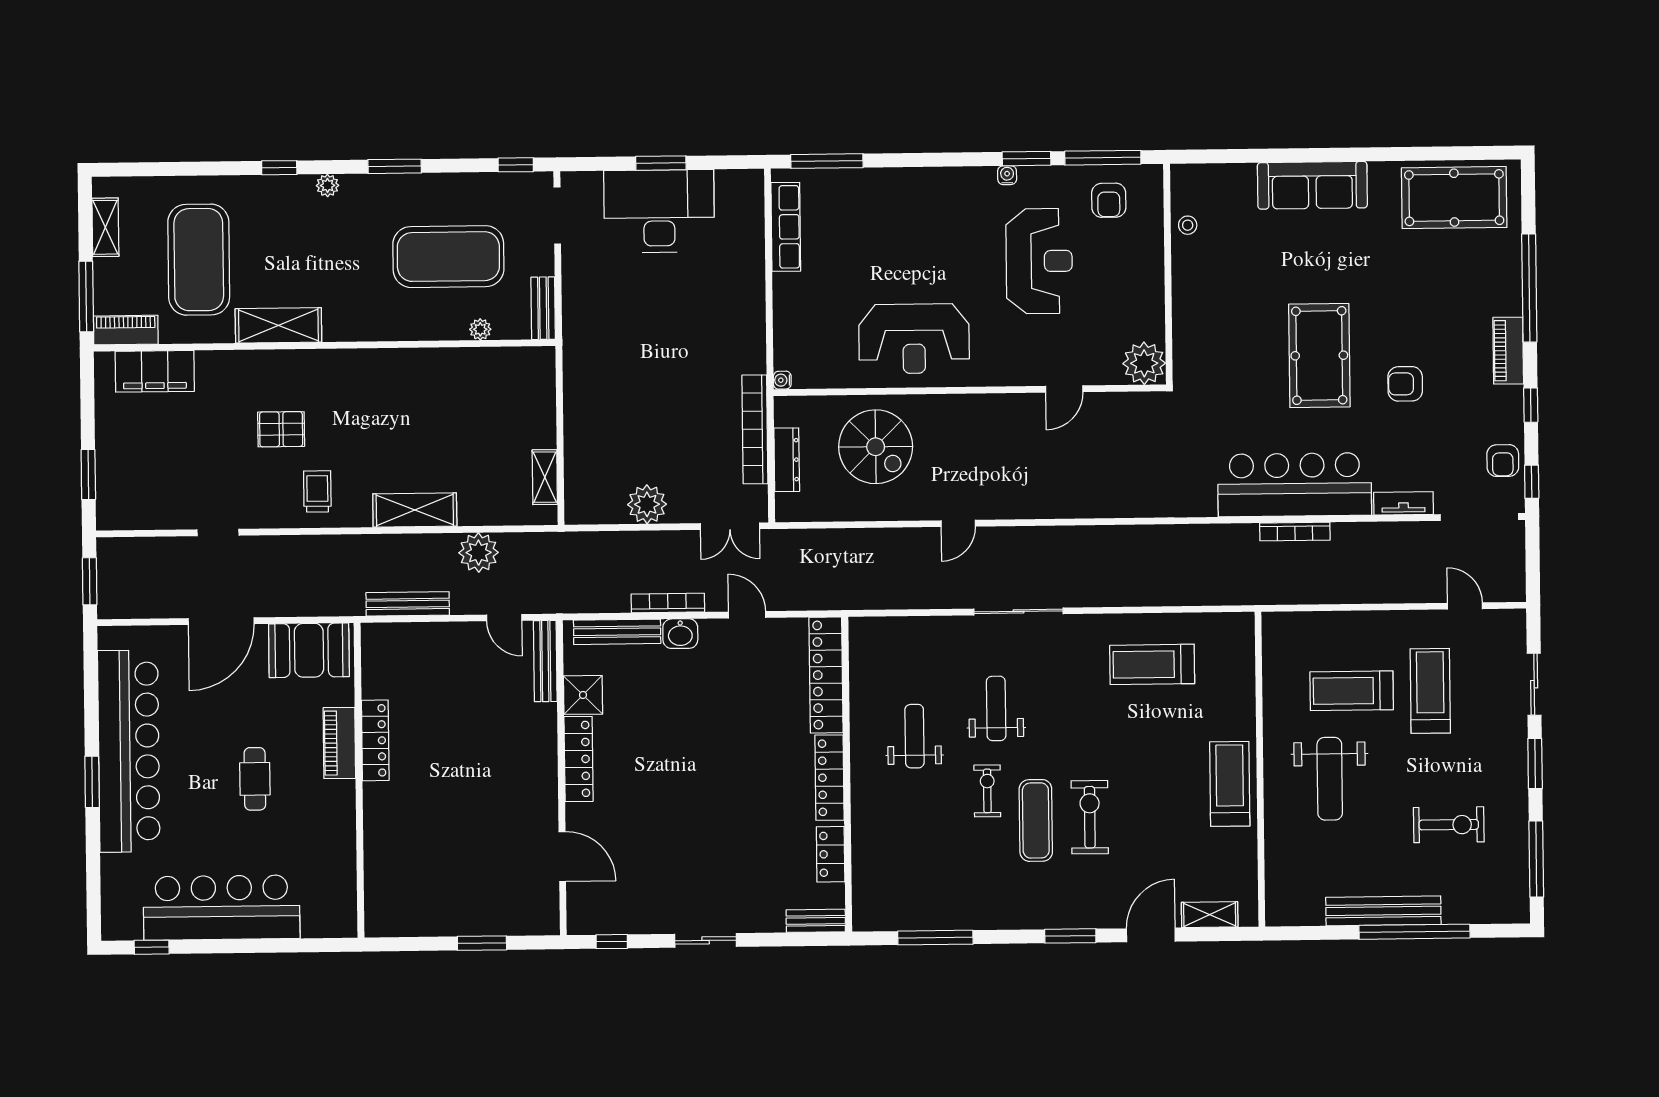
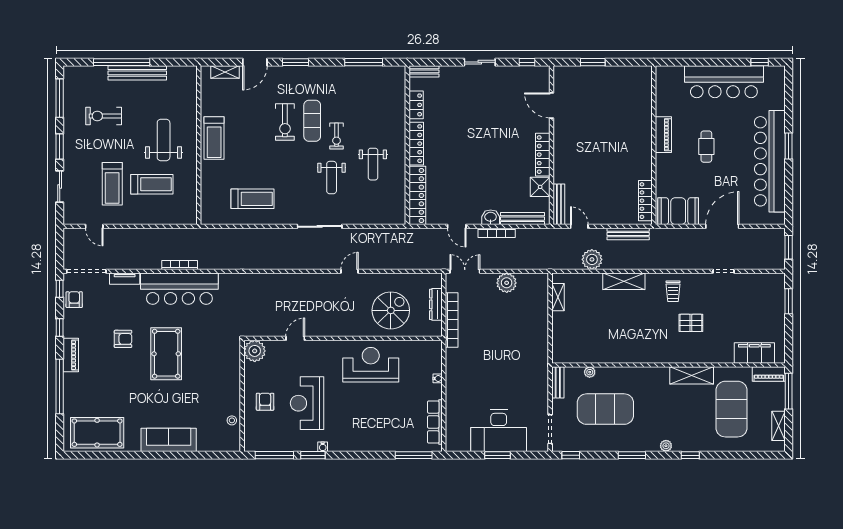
armchair: (1109, 200) -> (265, 402), moved
water cooler: (782, 380) -> (438, 378), moved
spiral stairs: (876, 447) -> (391, 310), turned 90
locker: (375, 740) -> (645, 201), moved
piano: (339, 743) -> (663, 135), moved

